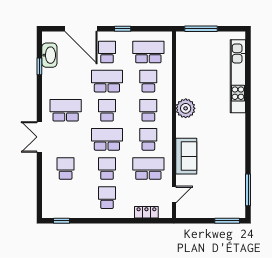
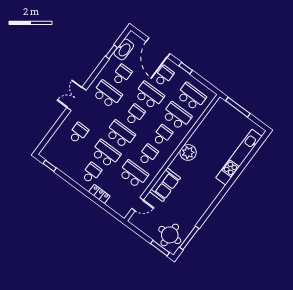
school desk: (66, 81) -> (122, 75), added
school desk: (148, 81) -> (177, 116), width x1.85
school desk: (107, 168) -> (106, 154), width x1.85
round table: (227, 201) -> (170, 235), added
locker: (146, 212) -> (99, 194), moved

